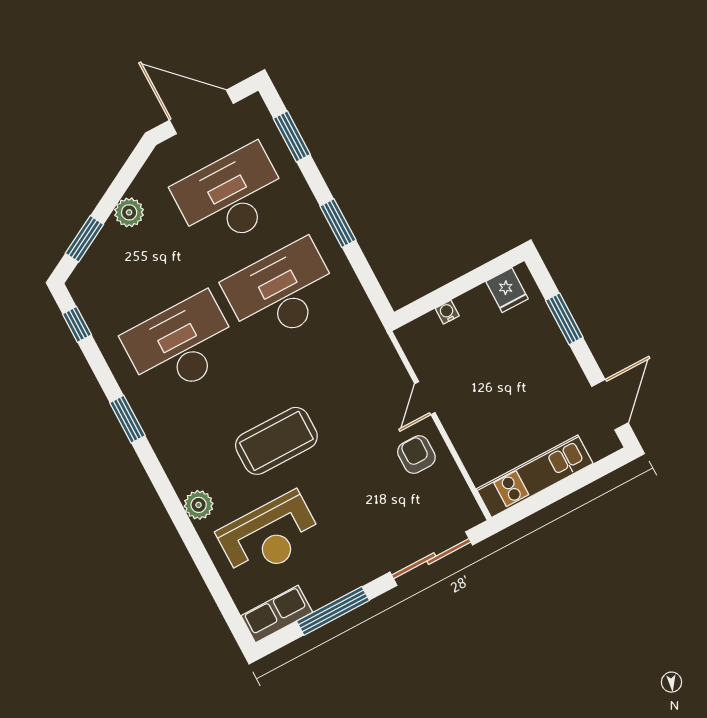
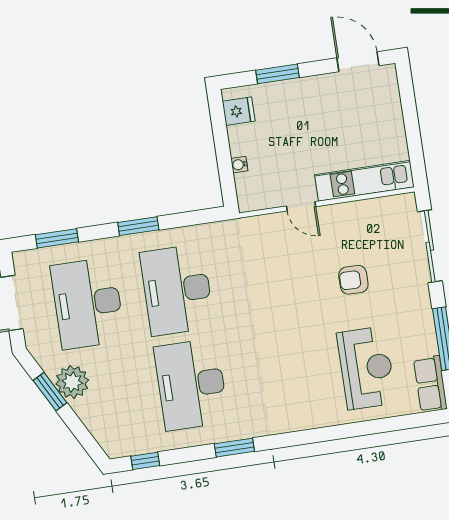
plant: (129, 212) -> (72, 382), width x1.36, depth x1.36
window: (84, 239) -> (50, 392), moved
coffee table: (276, 441) -> (293, 336), removed
armchair: (416, 455) -> (353, 280), moved
kitchen unit: (535, 476) -> (364, 181), moved, turned 90
plant: (199, 505) -> (322, 415), removed

